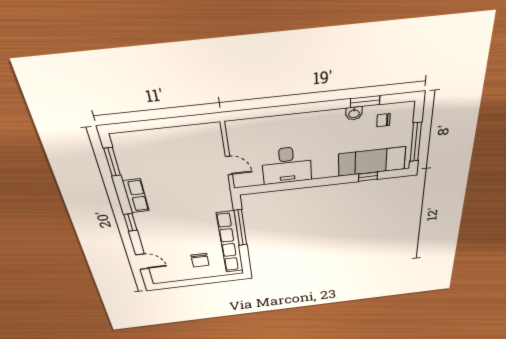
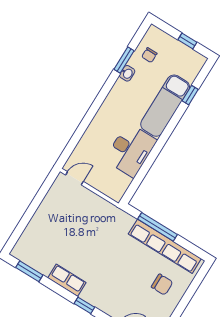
window: (416, 142) -> (187, 41), width x0.46
exam couch: (372, 162) -> (165, 106), moved
door: (229, 166) -> (74, 178), moved

